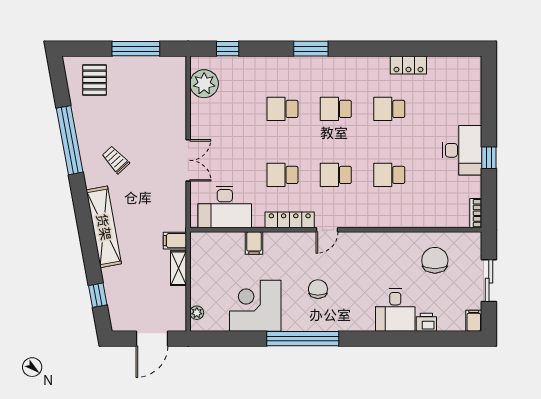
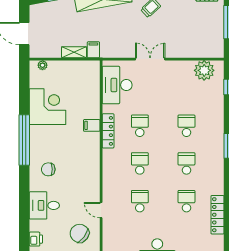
locker: (408, 65) -> (217, 215), width x1.53
double door: (188, 160) -> (150, 59), swing flipped
door: (327, 230) -> (101, 210), moved
filing cabinet: (254, 243) -> (92, 125), moved
chair: (435, 260) -> (80, 233), turned -143
chair: (318, 289) -> (48, 169), moved, turned 180
printer: (426, 322) -> (36, 239), moved

